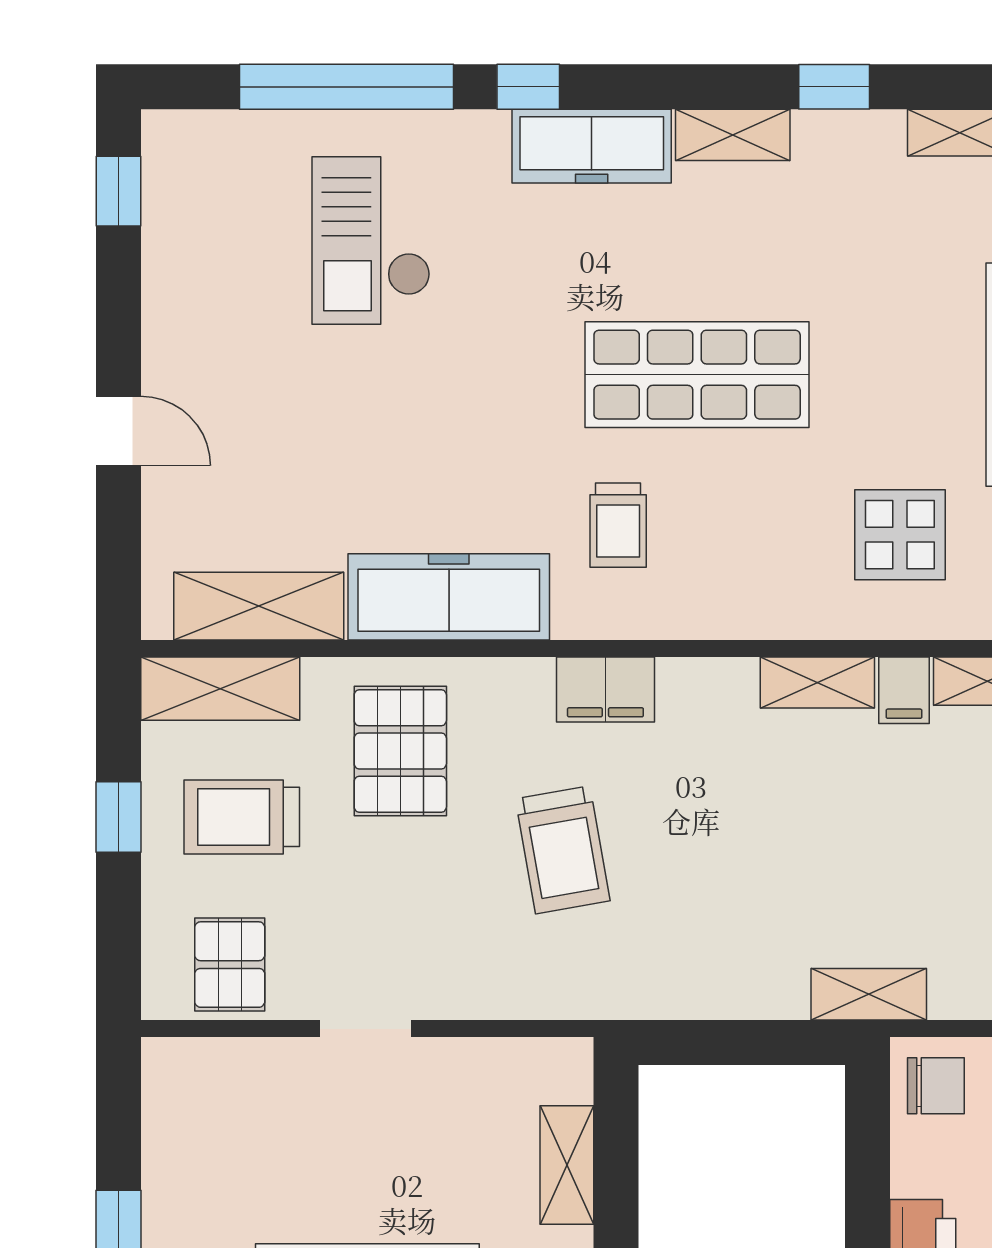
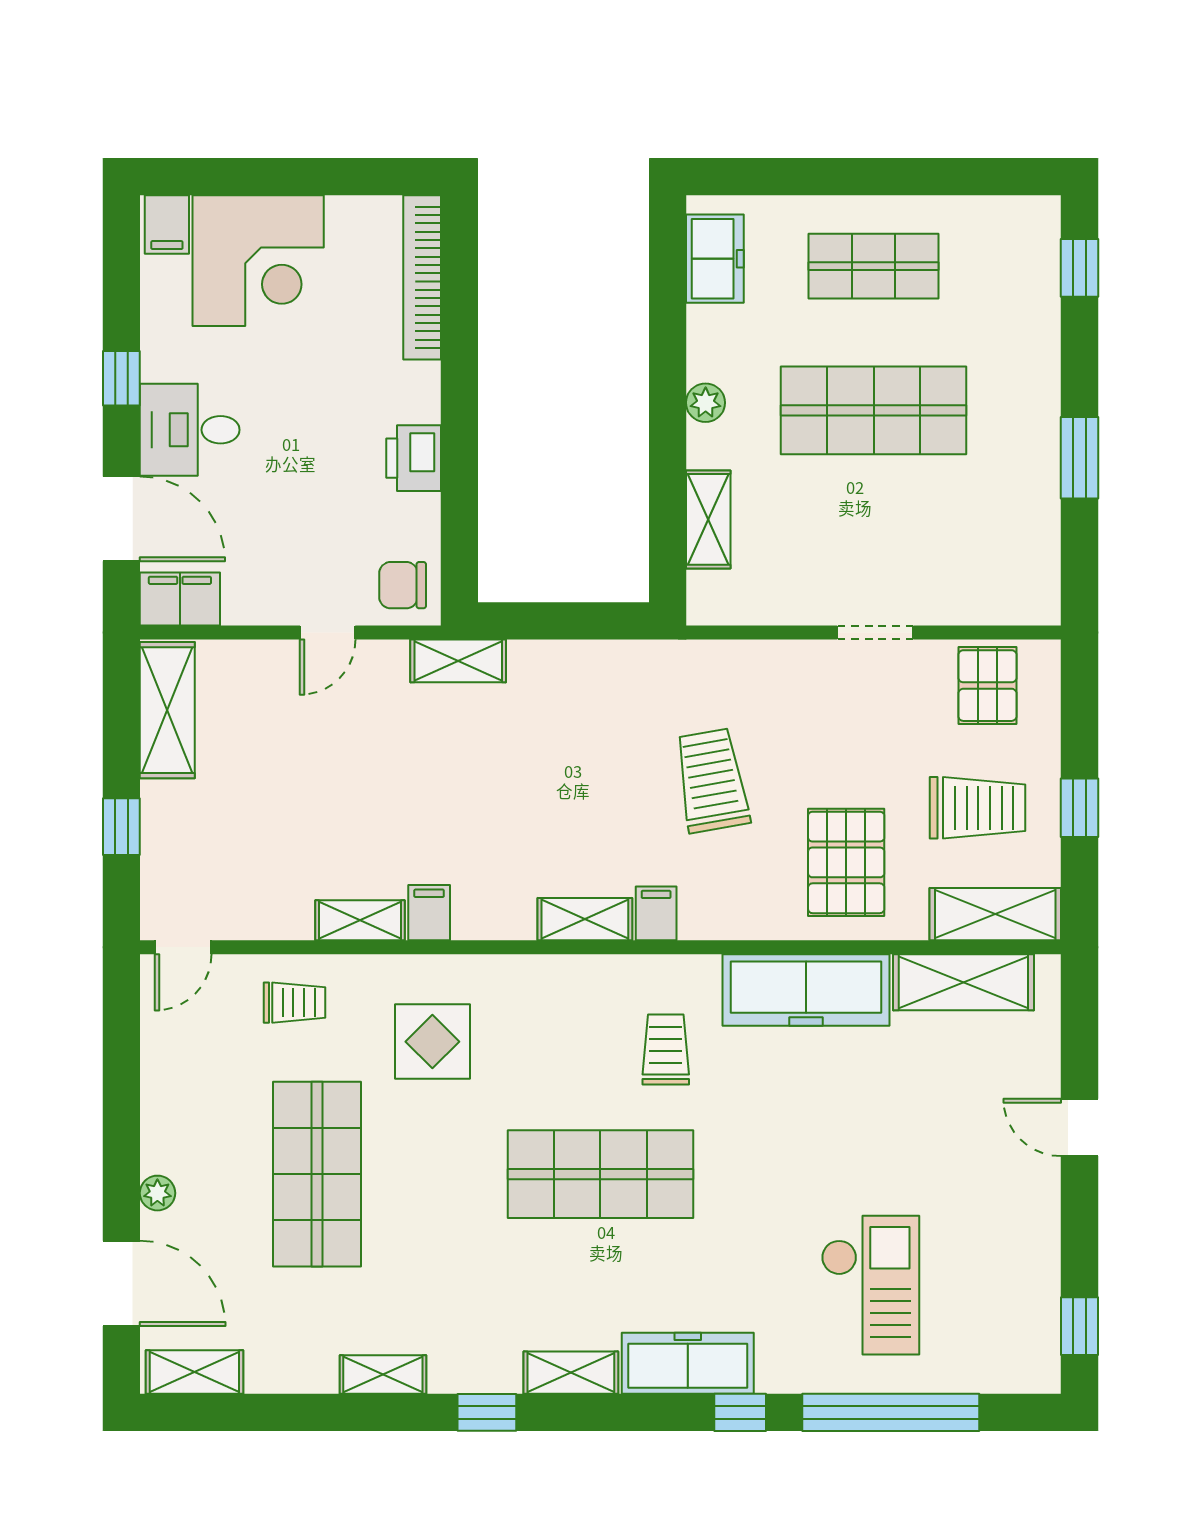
shelving: (817, 683) -> (585, 919), moved
filing cabinet: (605, 689) -> (656, 913), width x0.50

